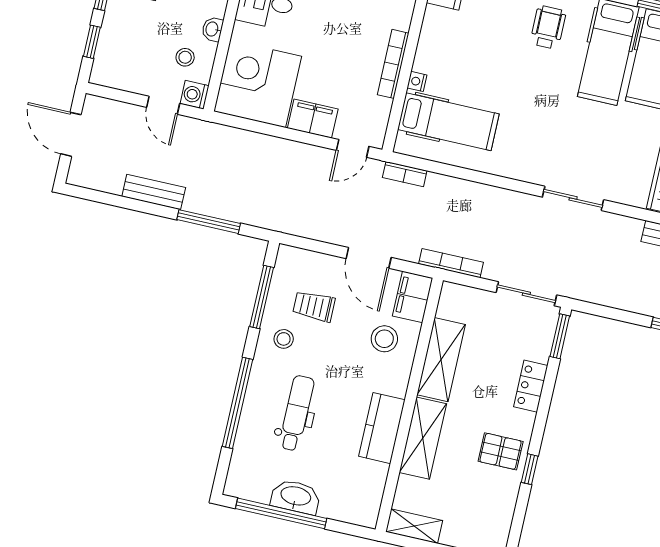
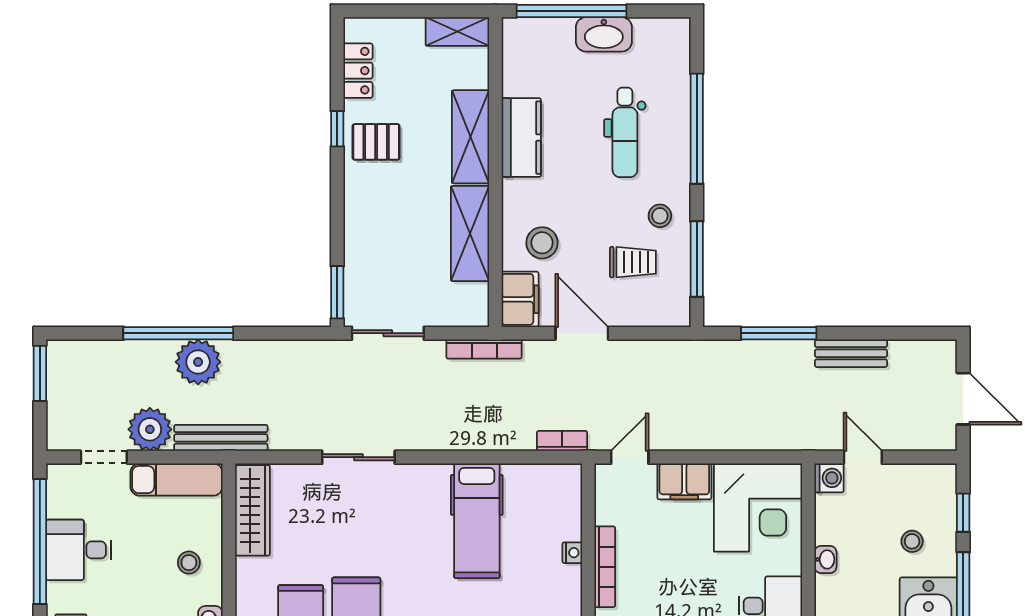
stool: (185, 57) -> (912, 541), moved
hospital bed: (448, 122) -> (477, 521), moved, turned -90
locker: (531, 386) -> (358, 71), moved
window: (281, 513) -> (572, 11), moved

